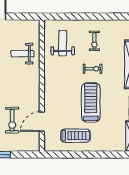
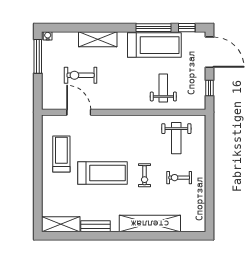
window: (23, 17) -> (209, 88), added
weight bench: (63, 43) -> (176, 138), turned 90
treadmill: (75, 136) -> (61, 154), turned 180

